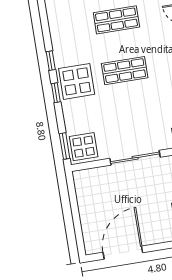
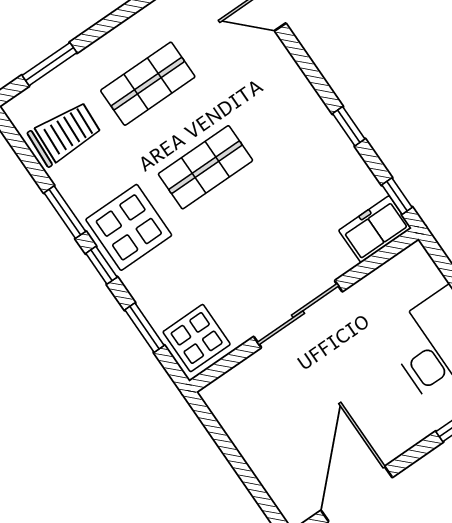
trolley: (68, 25) -> (64, 134), added
window: (51, 61) -> (65, 212), width x1.50
window: (65, 146) -> (145, 328), moved

